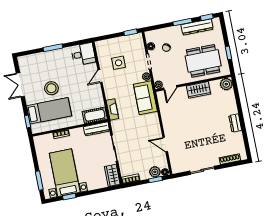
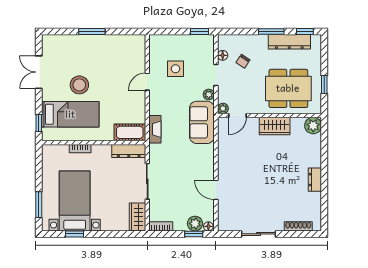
desk: (83, 54) -> (131, 48), removed

